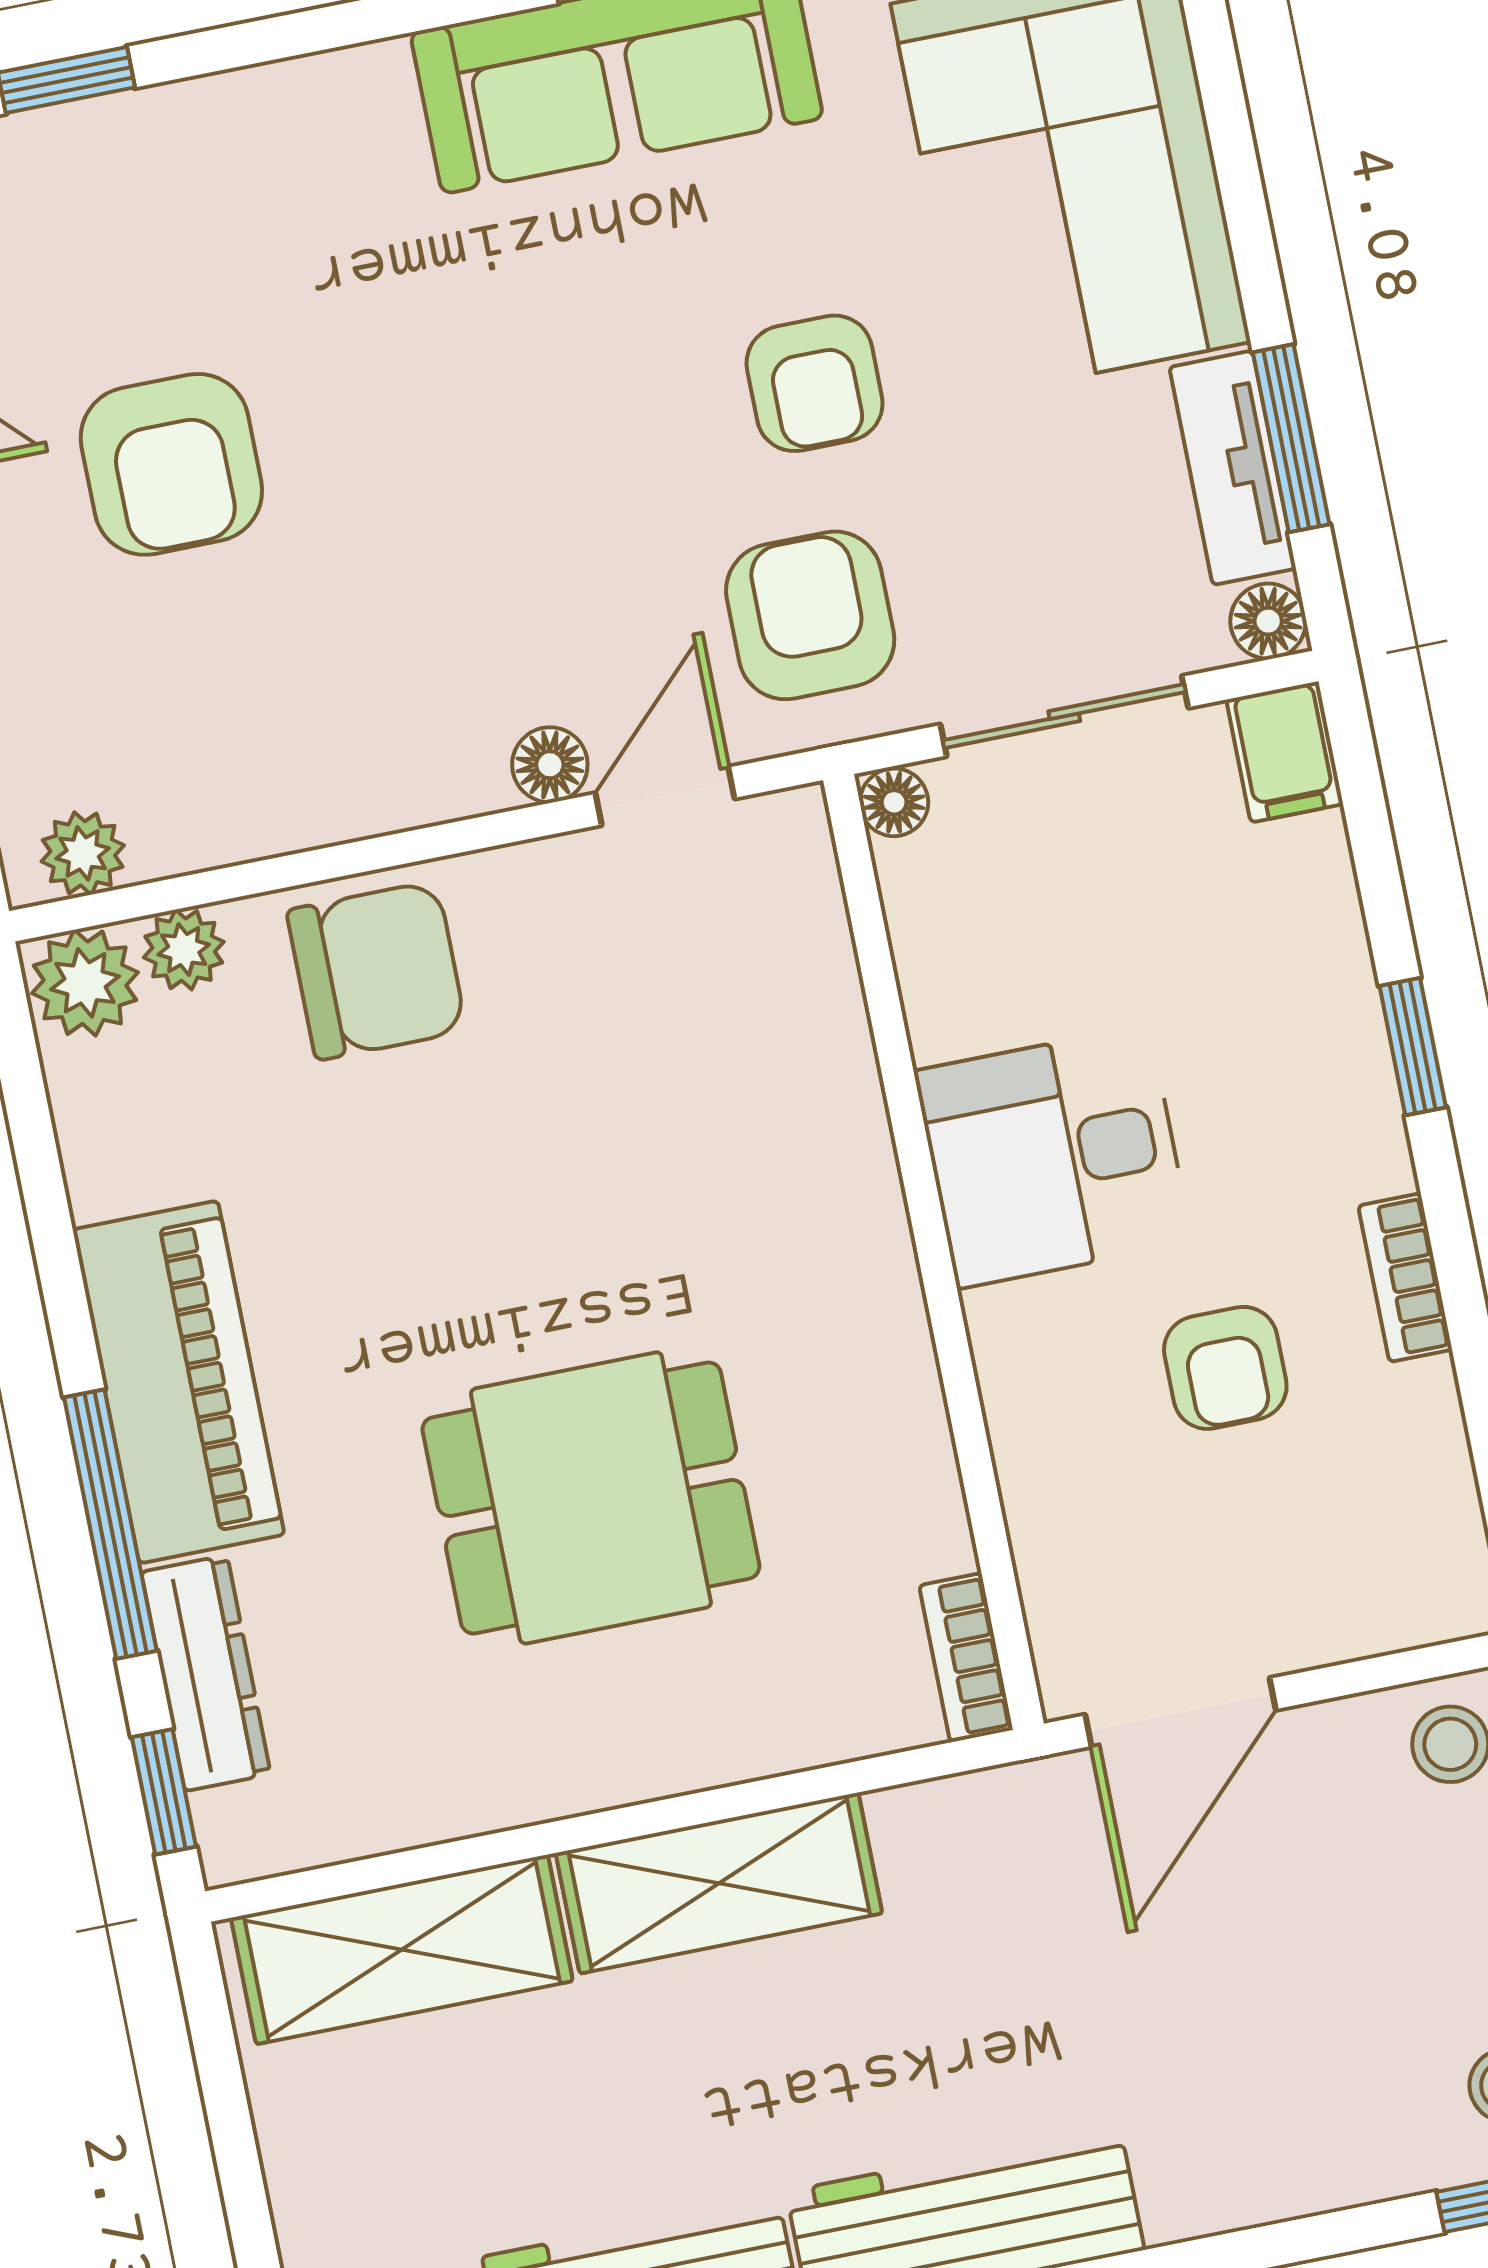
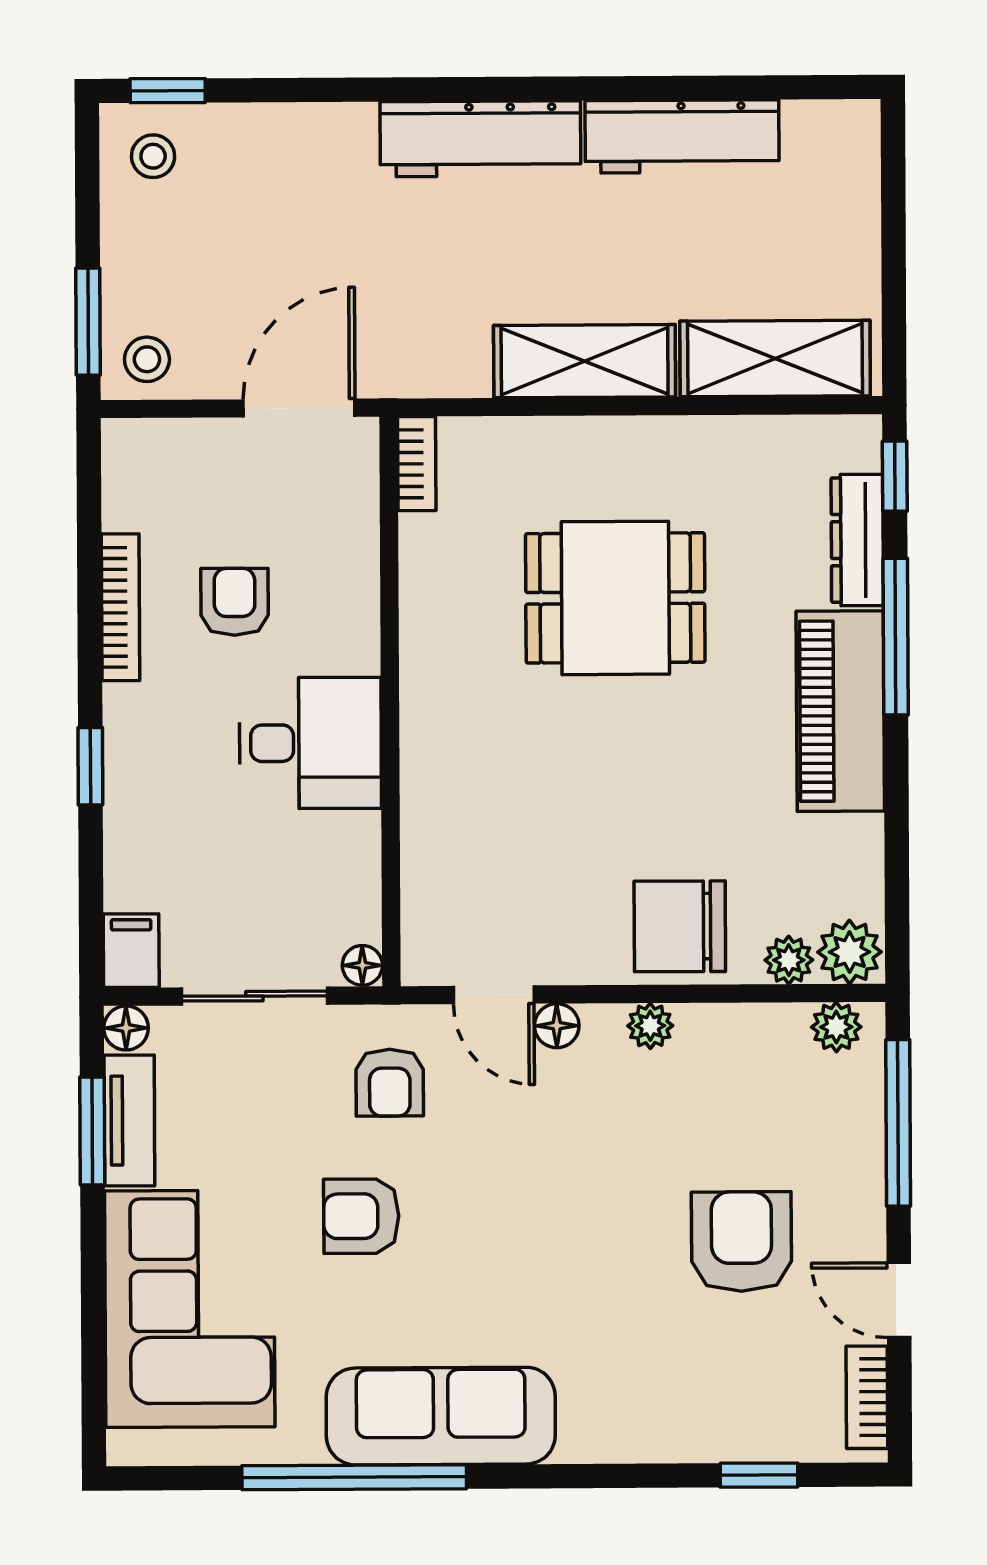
armchair: (815, 383) -> (361, 1216), turned -90
armchair: (810, 615) -> (390, 1083), width x0.72, depth x0.72
plant: (394, 795) -> (650, 1026), added
door: (665, 796) -> (494, 995), hinge flipped
bookcase: (1405, 1278) -> (120, 607), width x1.56

